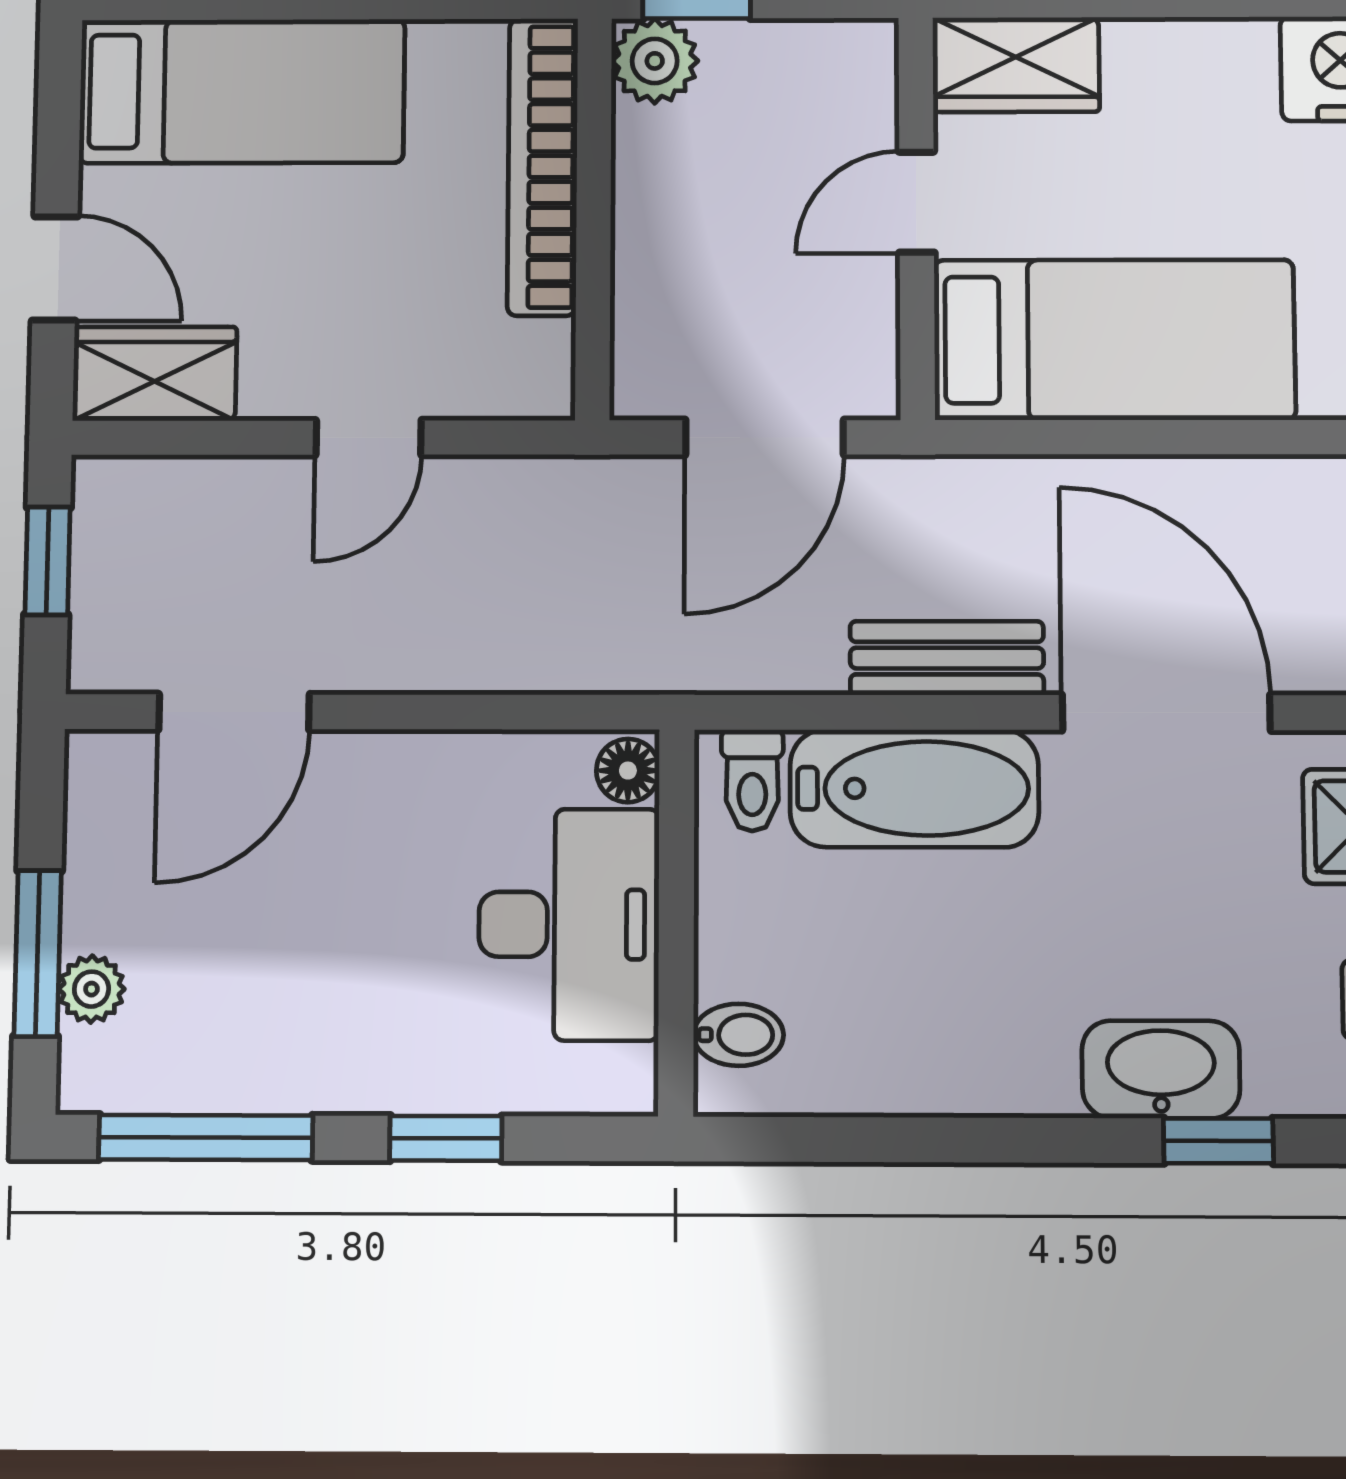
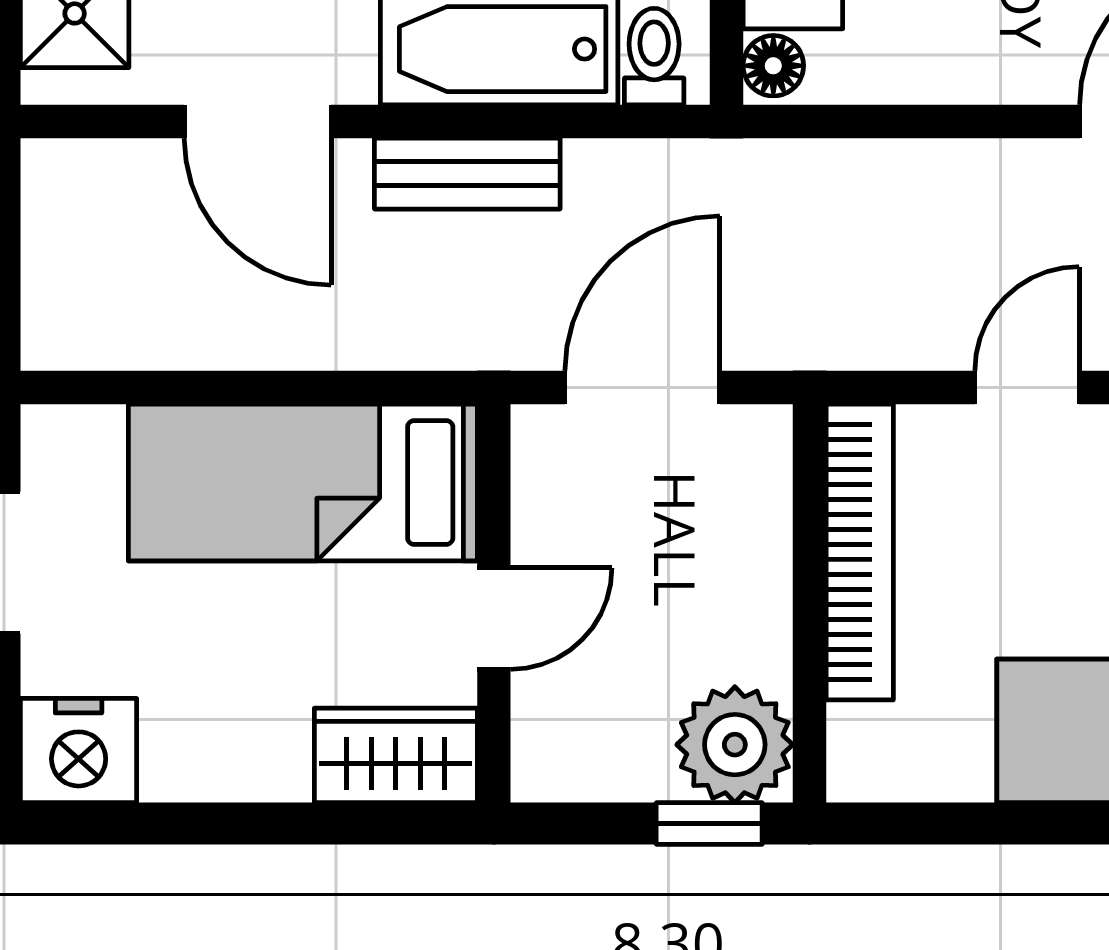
plant: (655, 61) -> (735, 745), width x1.36, depth x1.36
bookcase: (543, 167) -> (860, 552), moved
door: (1166, 713) -> (258, 122), width x0.73

